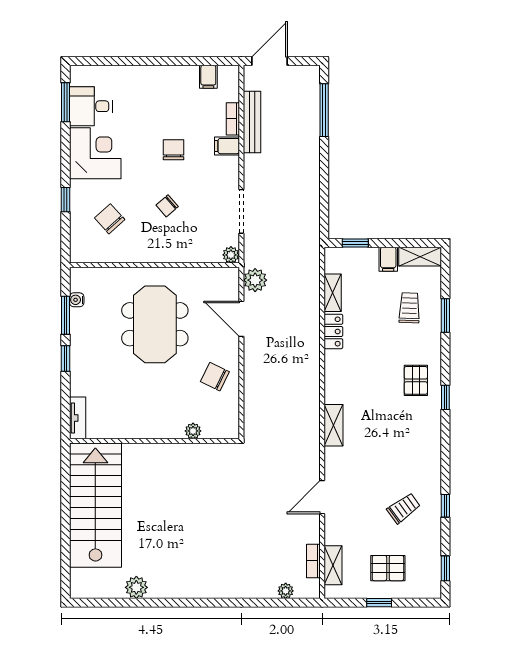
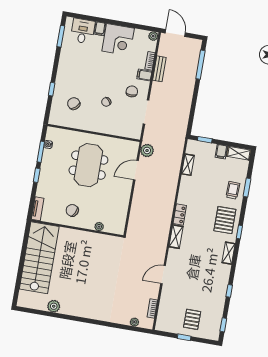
door: (269, 61) -> (175, 33), hinge flipped
filing cabinet: (208, 77) -> (100, 29), moved
desk: (91, 106) -> (83, 31), moved, turned 90
bench: (252, 122) -> (159, 69), width x0.73
chair: (173, 150) -> (132, 91), moved
corner desk: (95, 153) -> (118, 40), moved, turned 90
plant: (231, 255) -> (153, 36), moved
trolley: (409, 308) -> (233, 190), moved
door: (241, 319) -> (136, 170), hinge flipped
locker: (333, 331) -> (180, 214), moved
chair: (215, 377) -> (72, 210), moved
pallet: (416, 380) -> (225, 220), width x1.50, depth x1.42
trolley: (404, 508) -> (206, 288), removed
shelving: (333, 565) -> (229, 253), moved
pallet: (388, 568) -> (192, 319), turned 90

